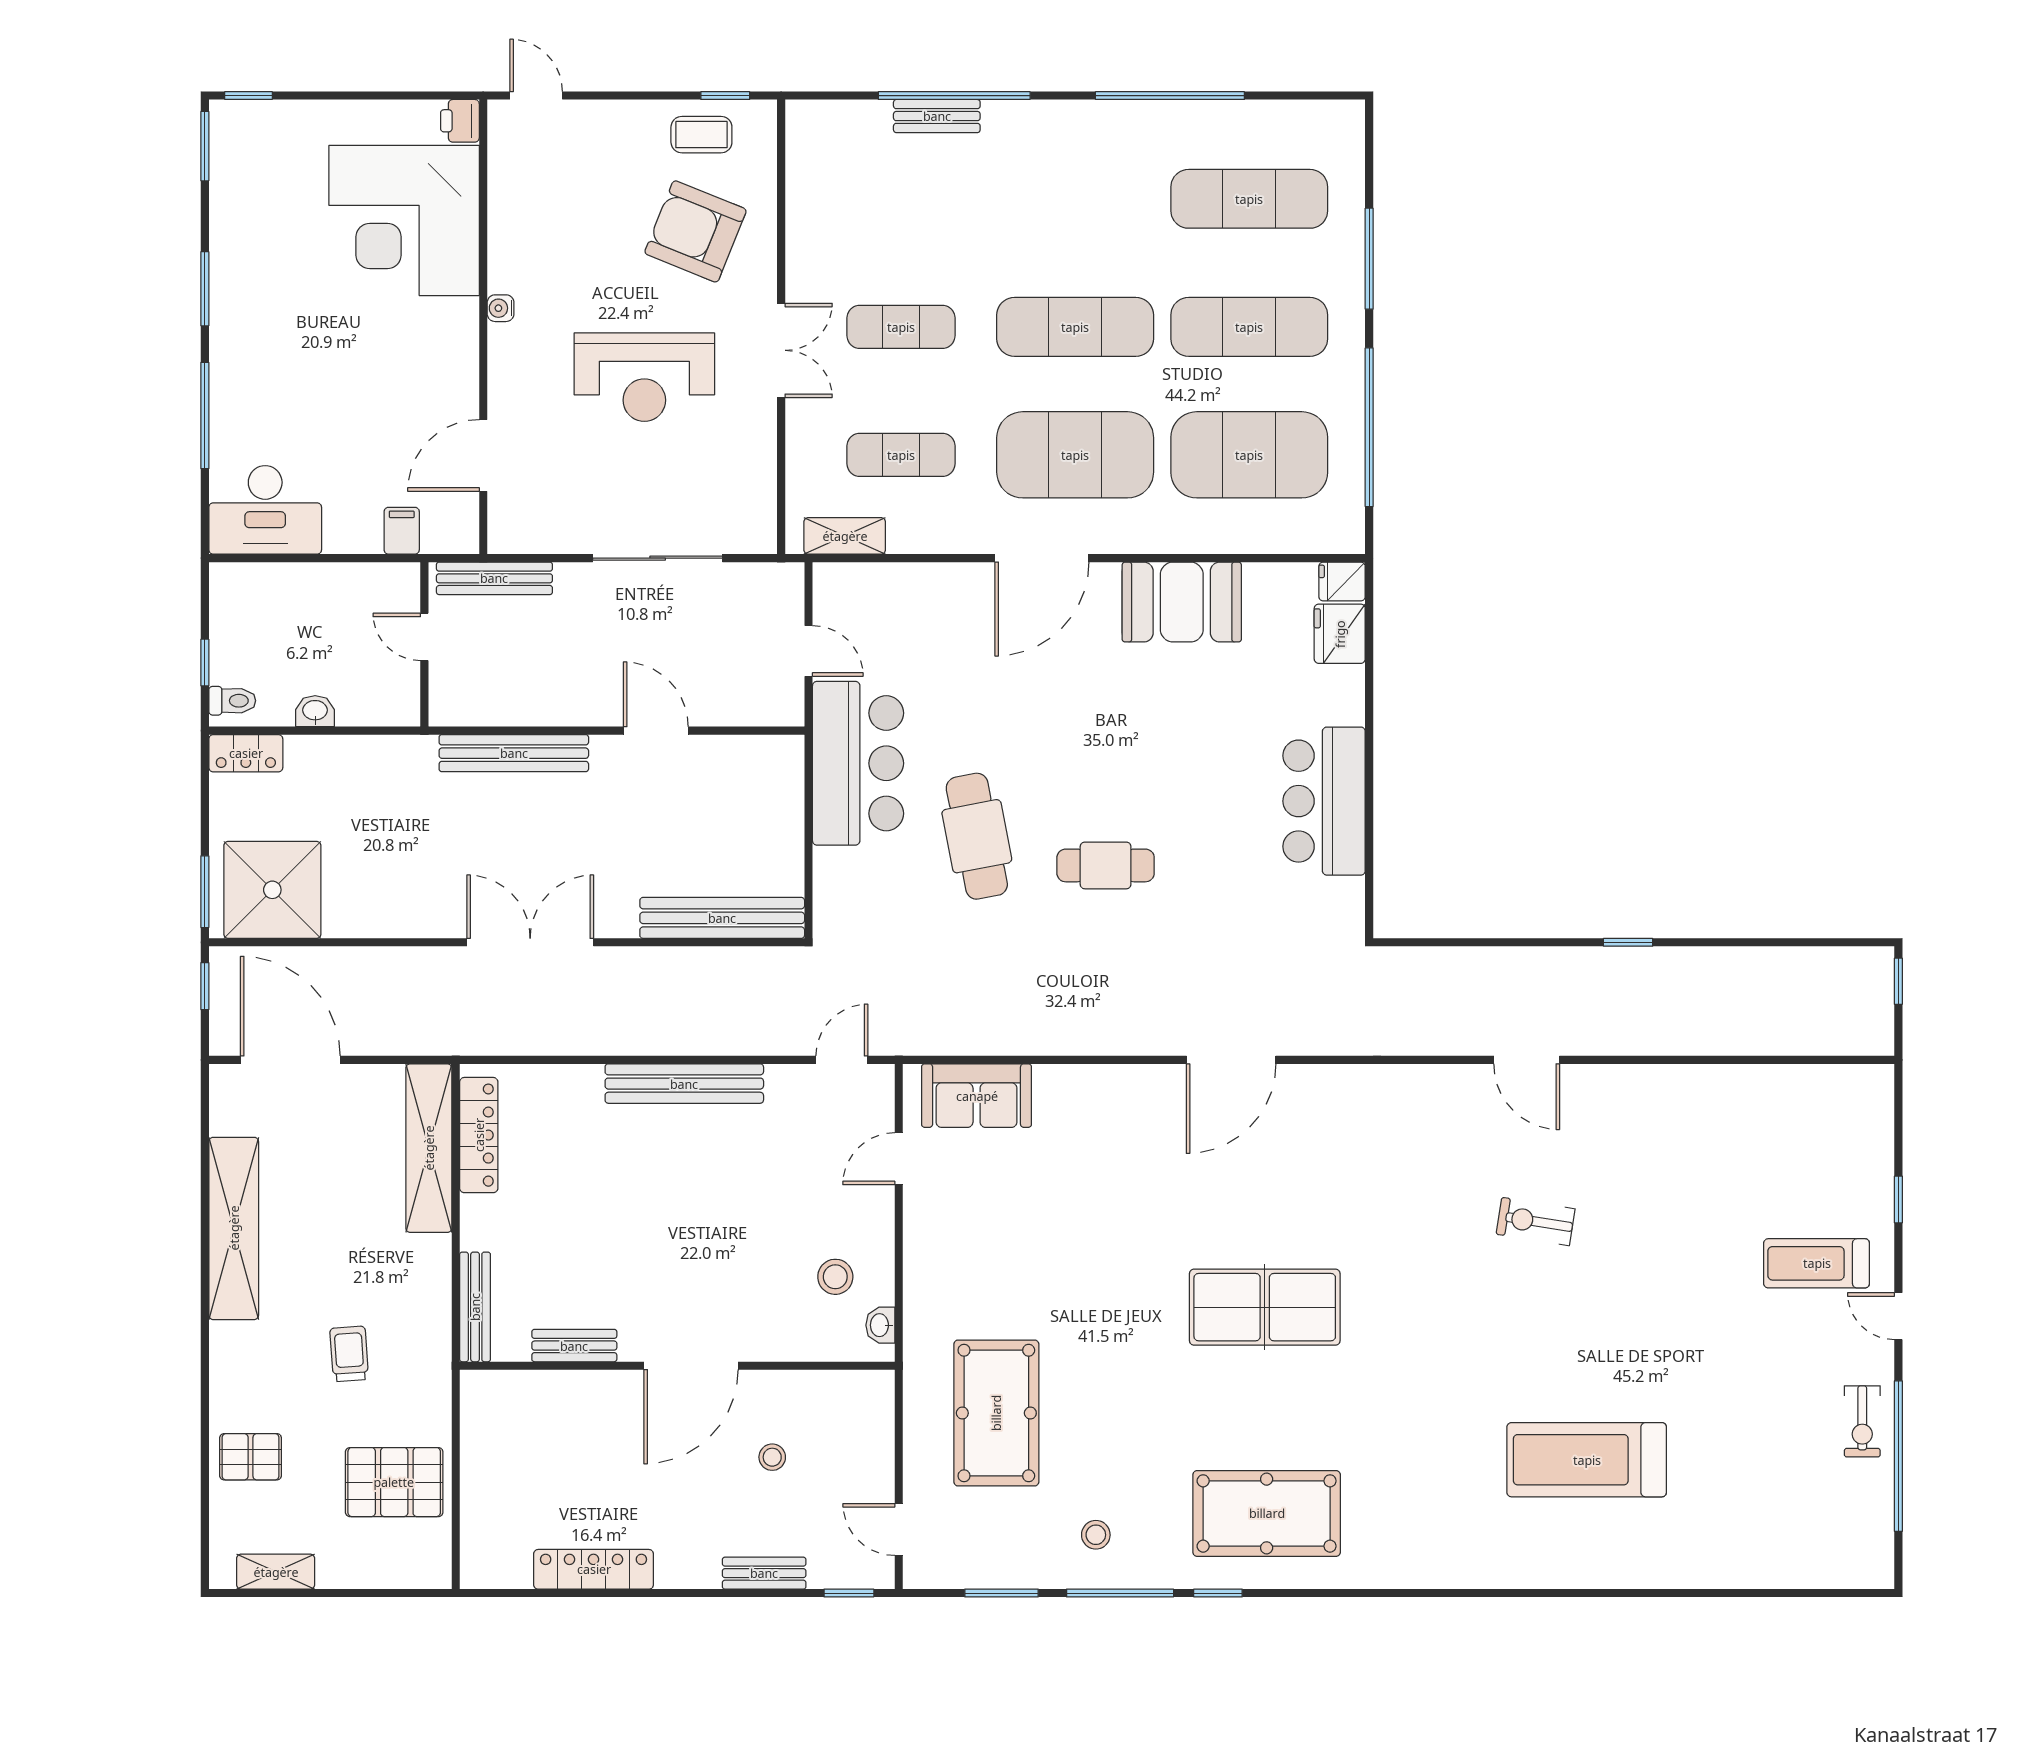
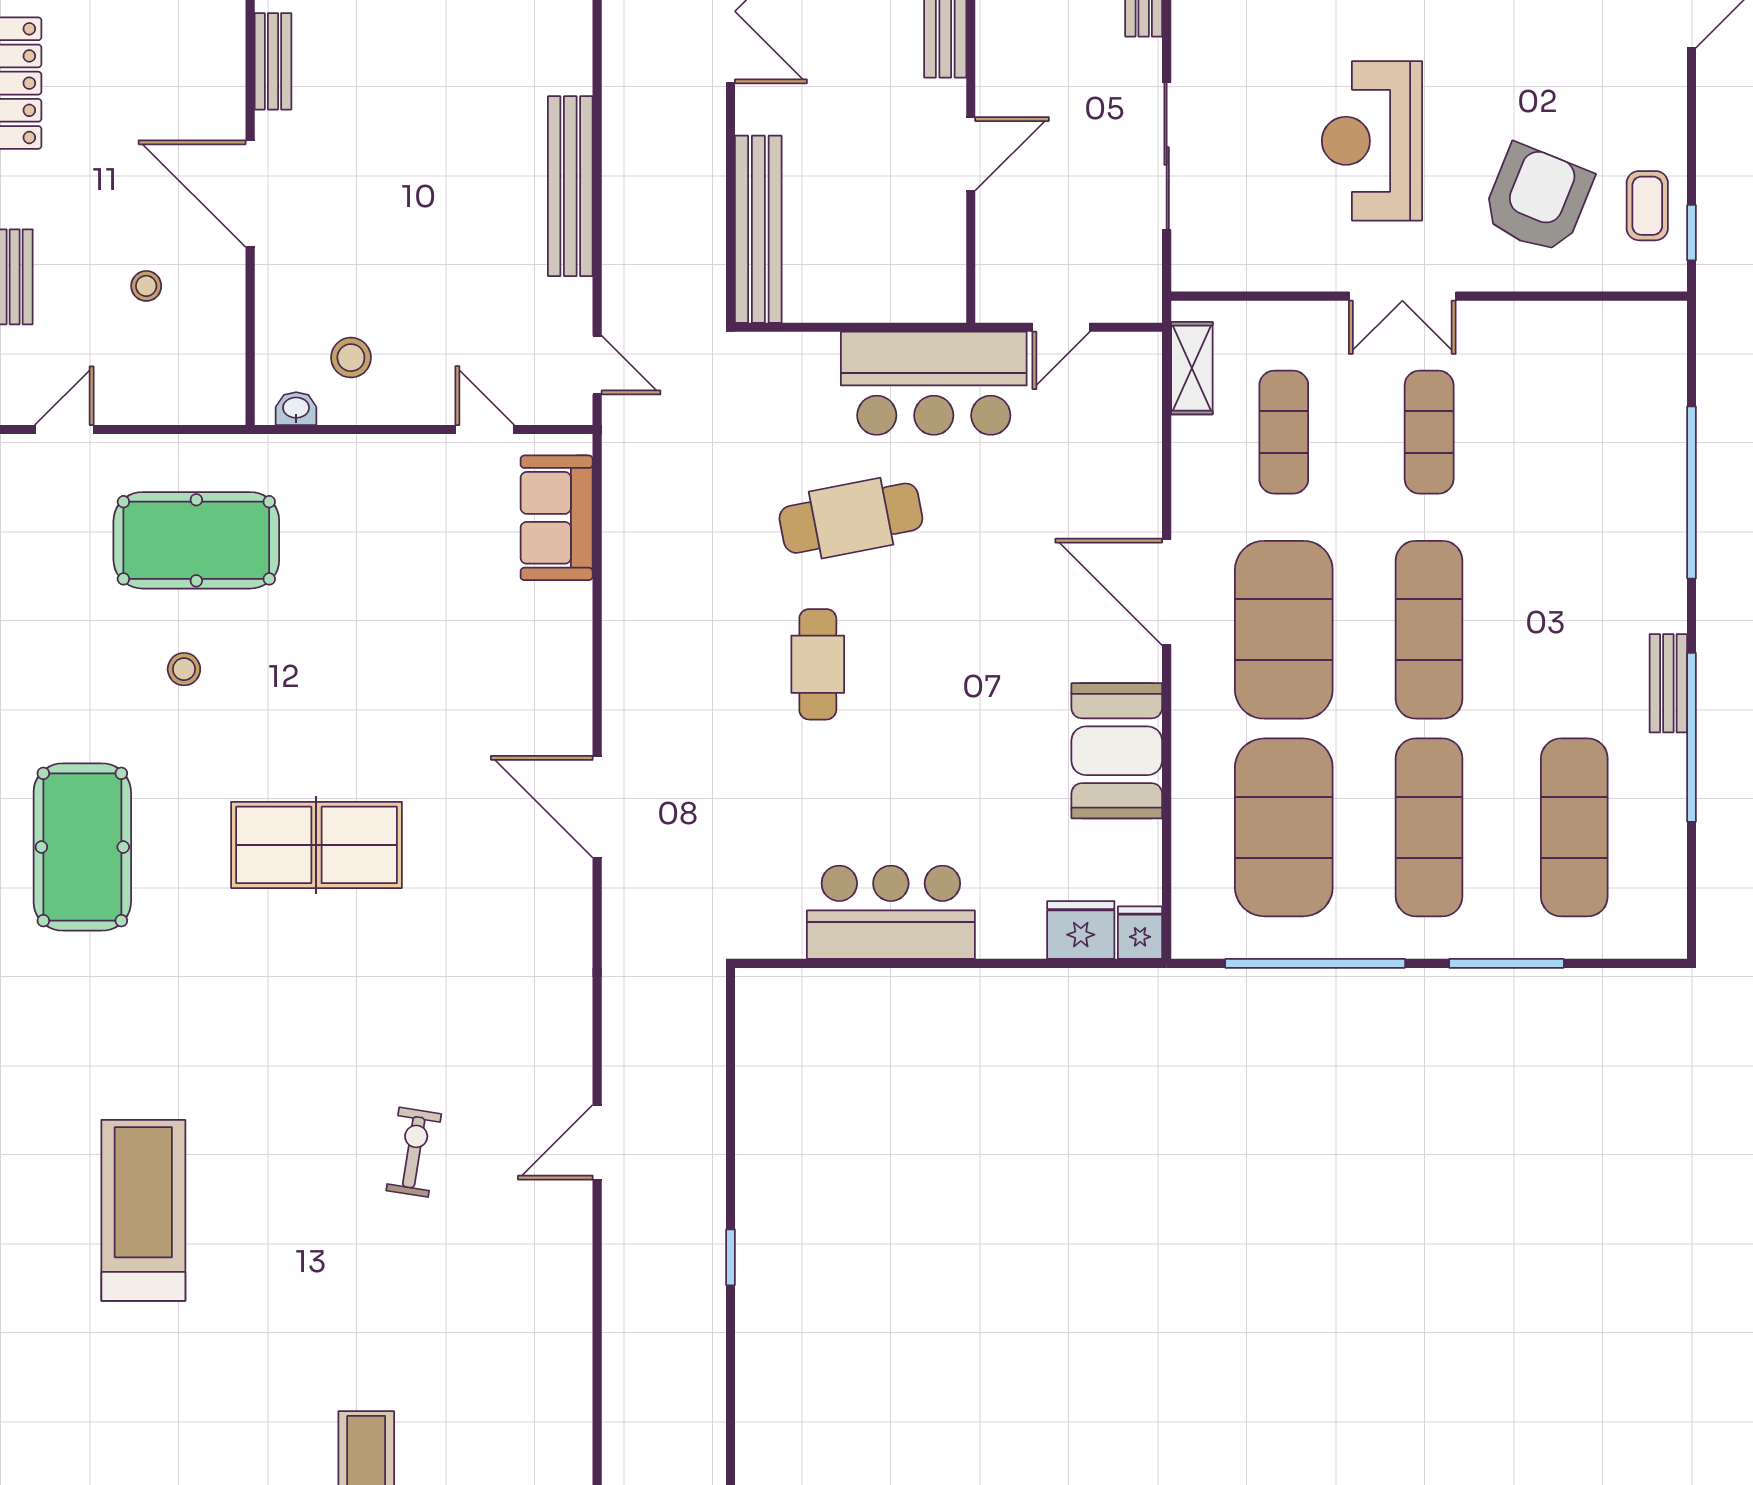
bench: (937, 116) -> (1668, 683), moved
table tennis table: (1265, 1307) -> (316, 845), turned 90
stool: (1096, 1535) -> (184, 669), moved

